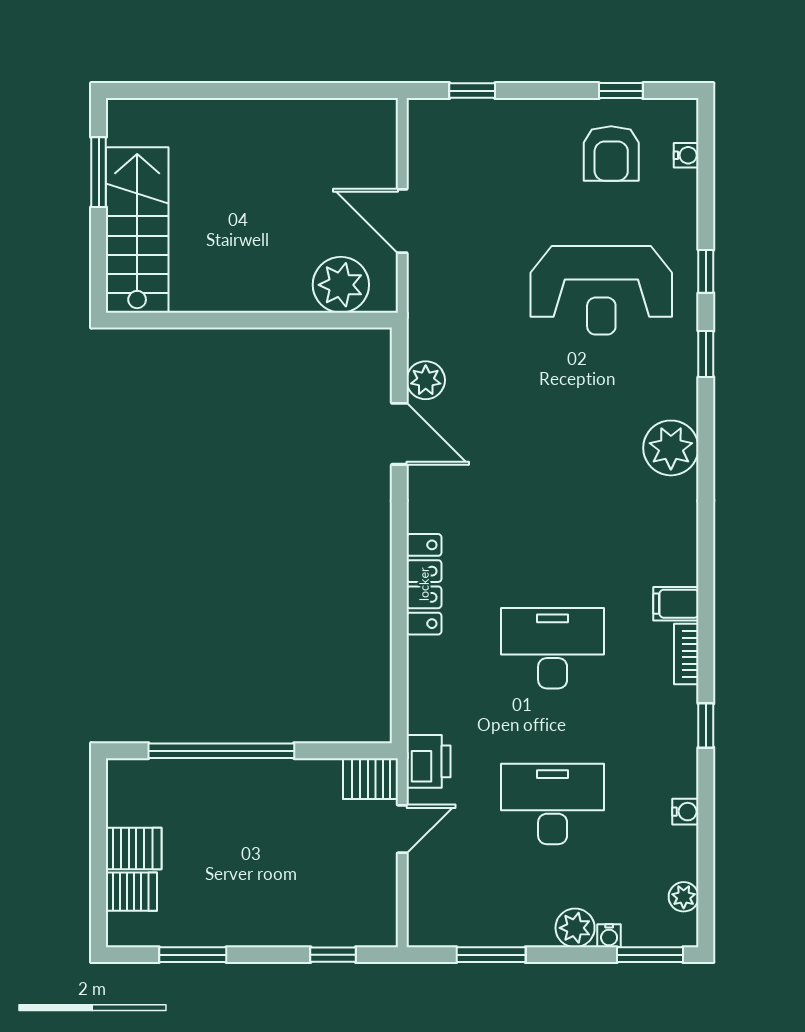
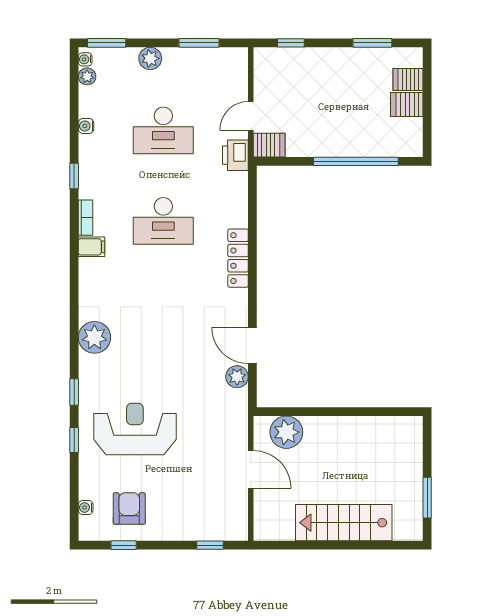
stairs: (137, 230) -> (344, 523), moved, turned 90
water cooler: (609, 936) -> (85, 59), moved, turned -90

